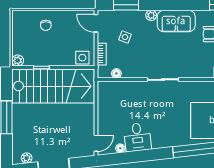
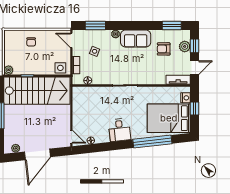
desk: (137, 137) -> (120, 130), moved
door: (96, 143) -> (71, 137), hinge flipped

